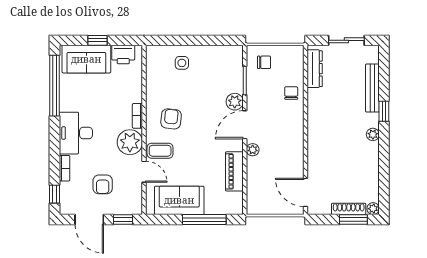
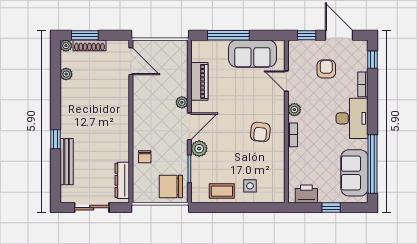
sofa: (86, 59) -> (354, 173), moved, turned -90
chair: (264, 62) -> (171, 186), width x1.87, depth x1.87
plant: (373, 134) -> (66, 74), moved
plant: (130, 142) -> (294, 110), width x0.53, depth x0.53
coffee table: (160, 151) -> (222, 191), moved

